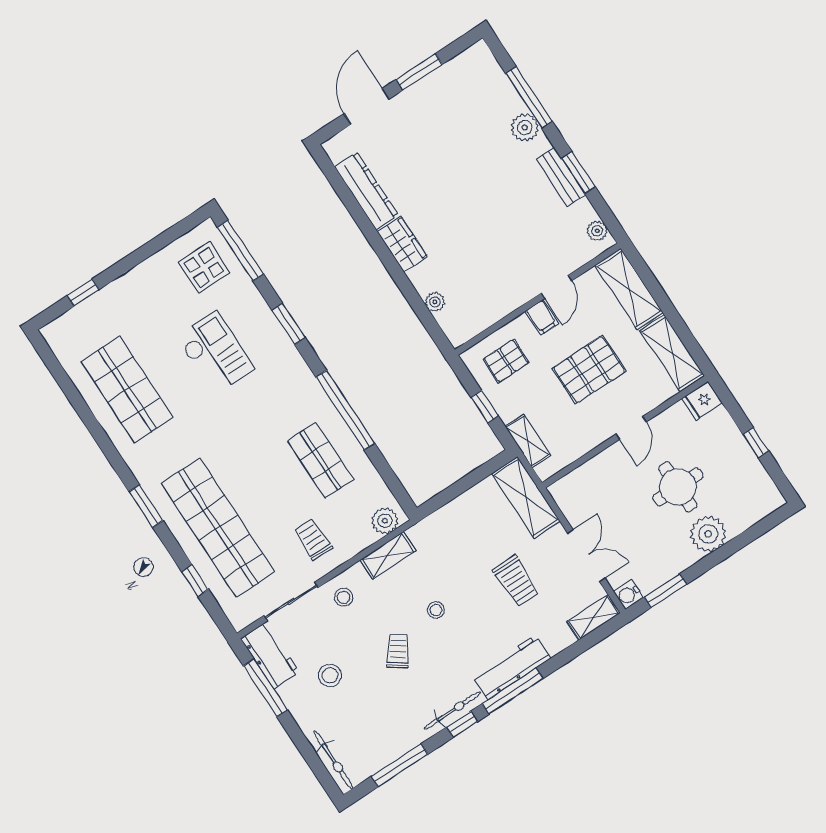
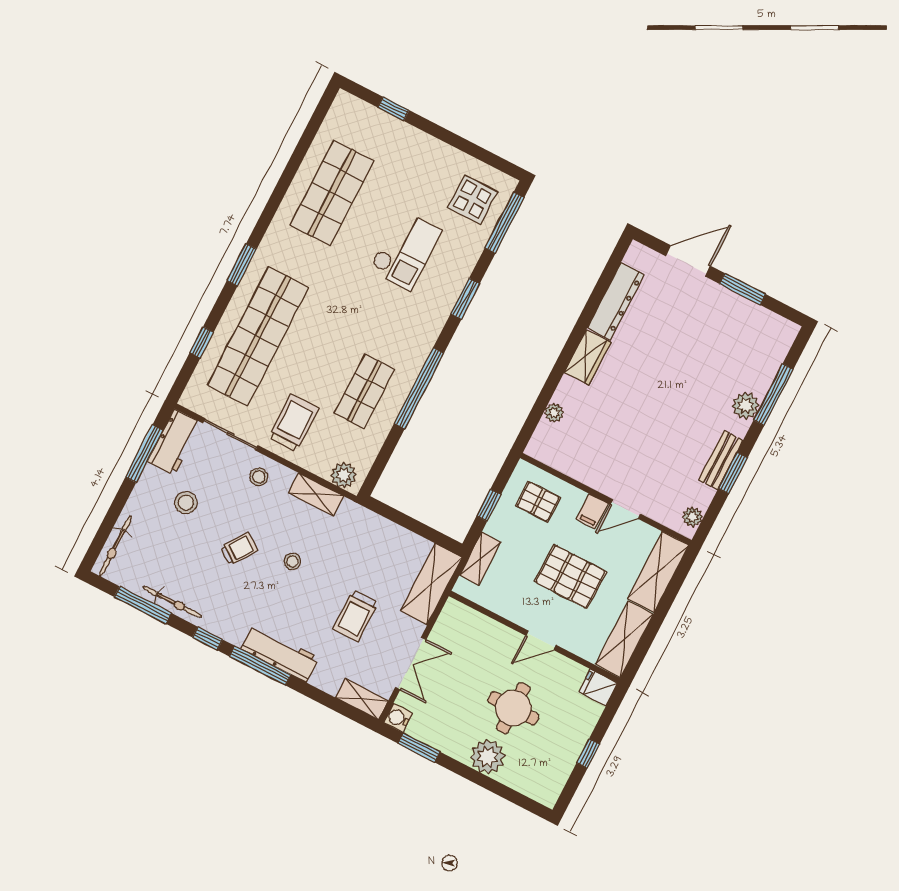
trolley: (313, 539) -> (294, 423), width x1.36, depth x1.39
bicycle: (453, 711) -> (172, 602), moved

